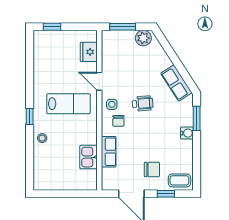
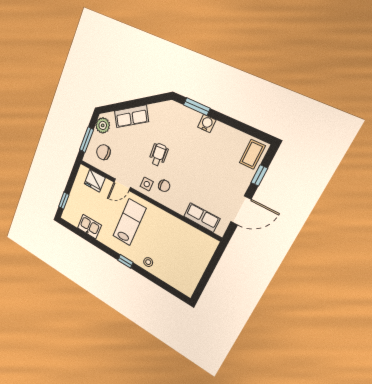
row of seats: (176, 83) -> (131, 116), moved
row of seats: (109, 152) -> (202, 218), moved
kitchen sink: (88, 157) -> (89, 227), moved, turned 180
chair: (152, 170) -> (103, 152), moved, turned -90

